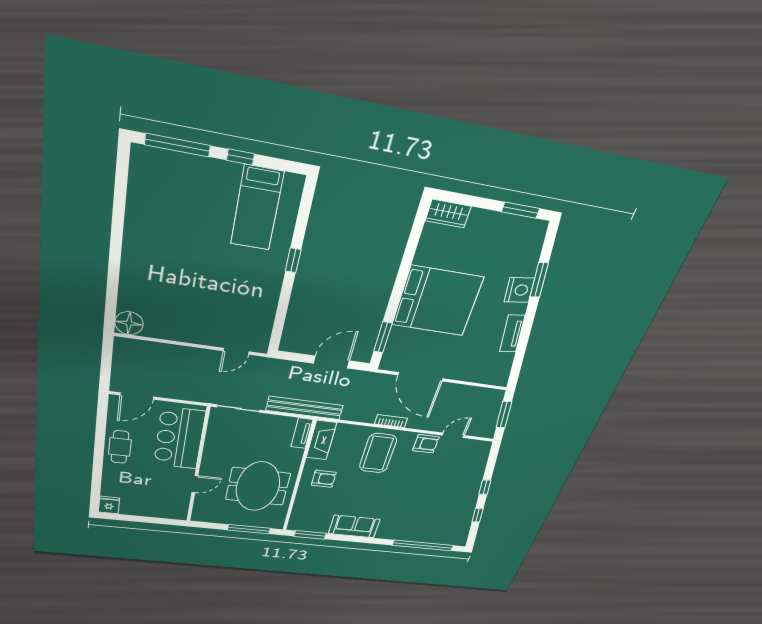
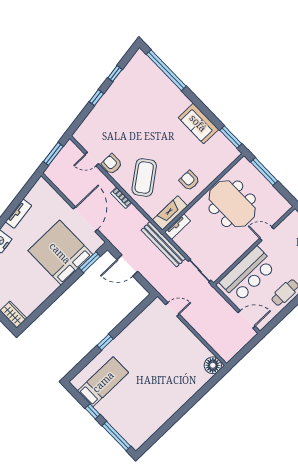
bed: (437, 301) -> (60, 253), moved
coffee table: (378, 453) -> (144, 178), turned -37
meeting table: (258, 486) -> (232, 204), turned 90

